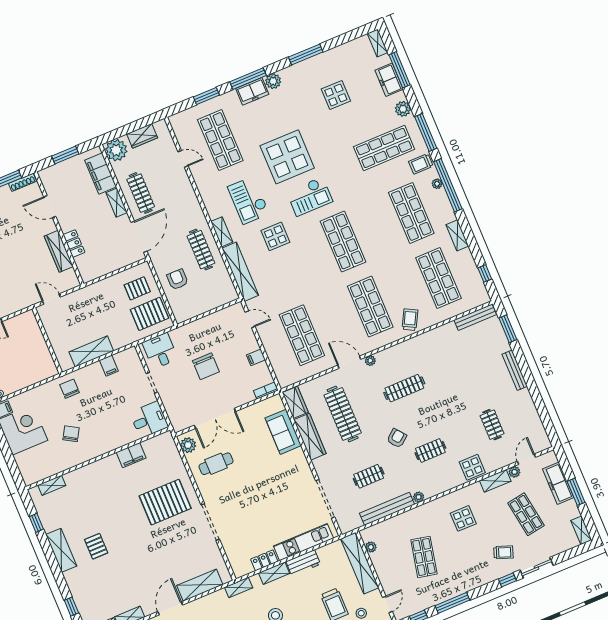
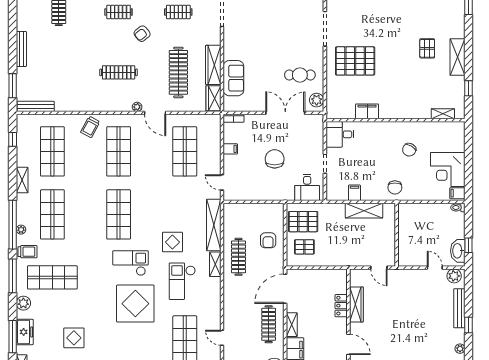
checkout: (248, 200) -> (182, 281), turned 180

